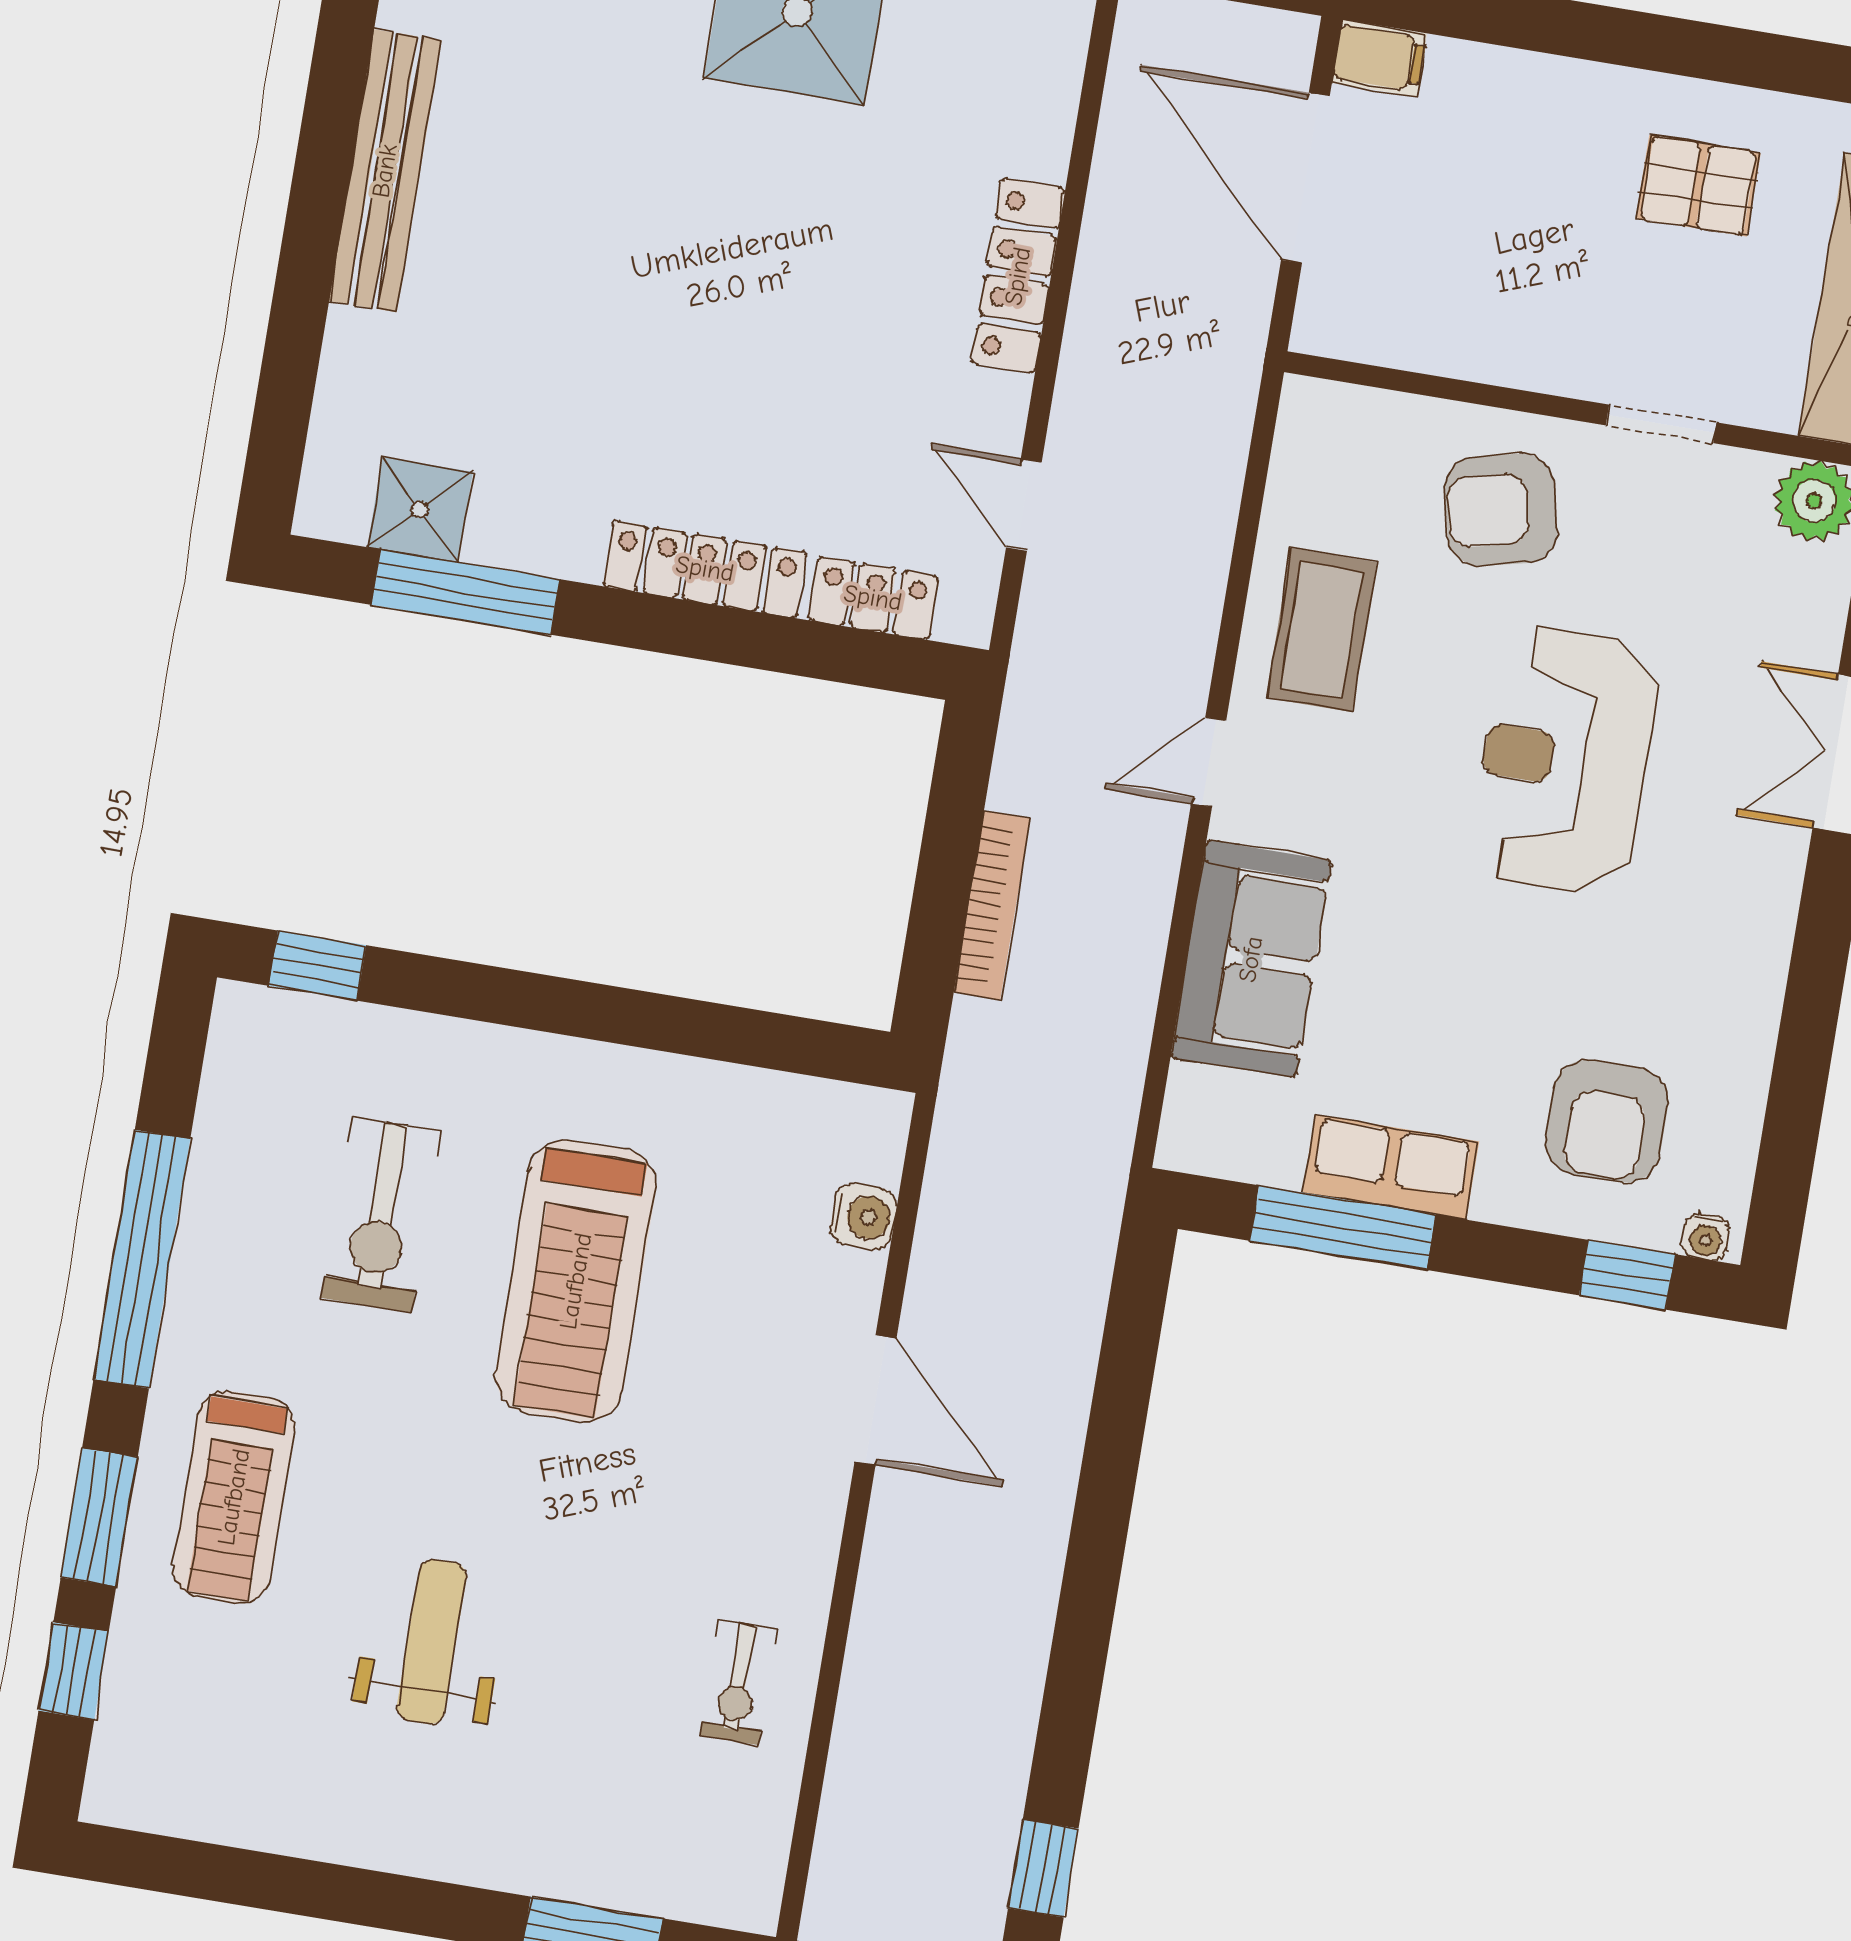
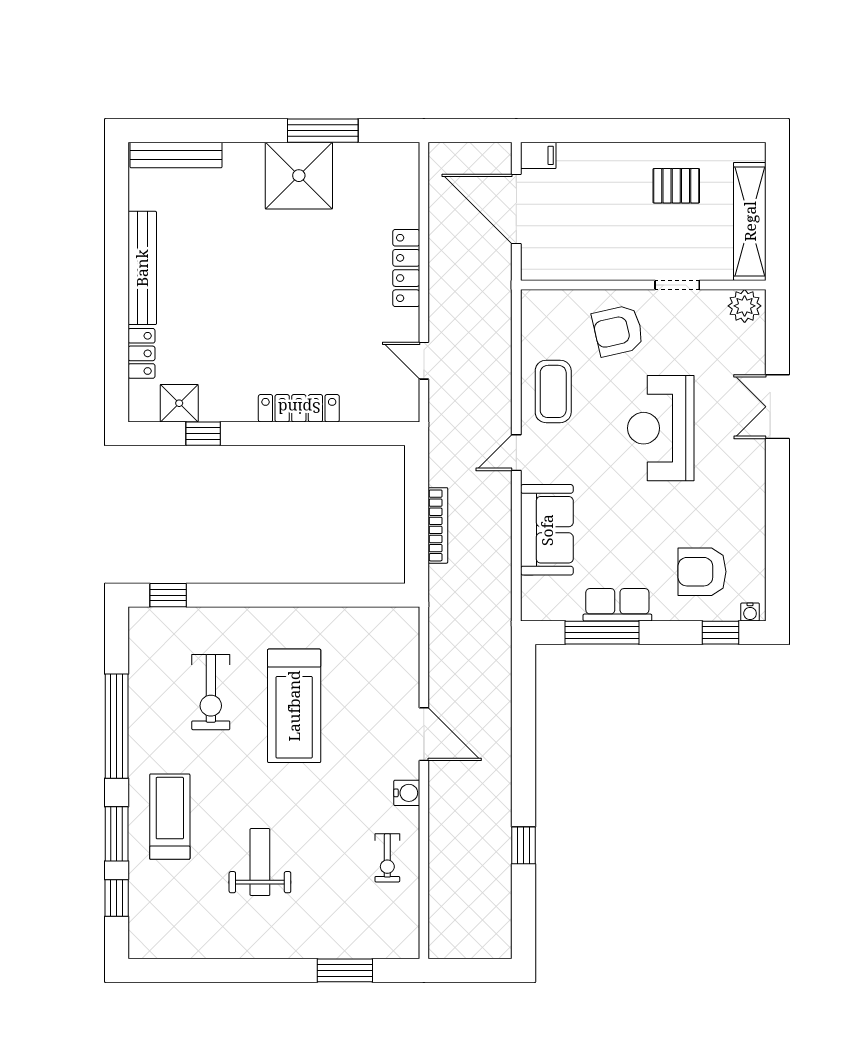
window: (465, 592) -> (203, 434), width x0.46
locker: (873, 598) -> (141, 353), moved, turned 90
armchair: (1607, 1121) -> (702, 572), turned 90
water cooler: (864, 1217) -> (407, 793), moved
treadmill: (234, 1497) -> (170, 817), turned 180
window: (1043, 1868) -> (523, 845), moved

